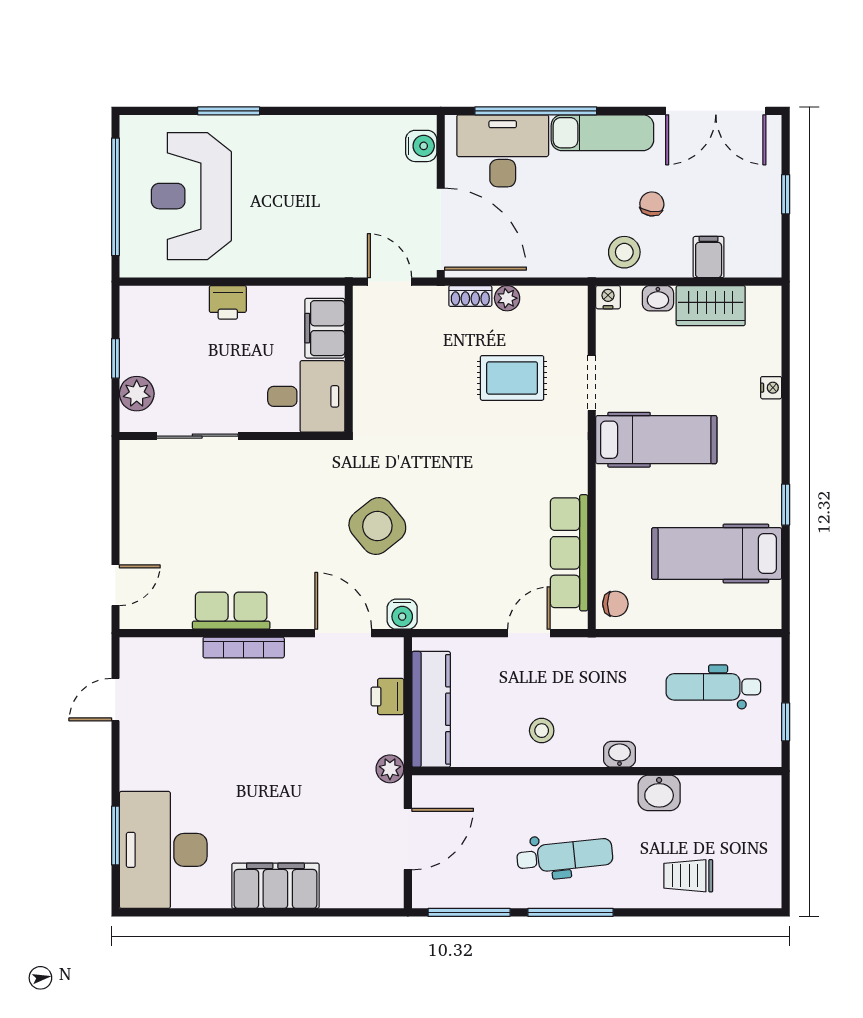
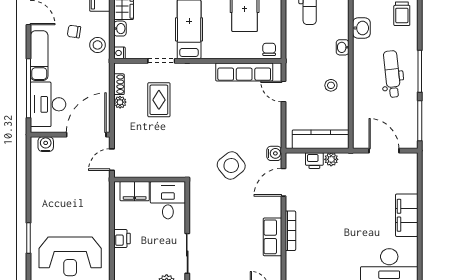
shoe rack: (470, 296) -> (119, 84), moved
plant: (390, 769) -> (331, 159), moved

